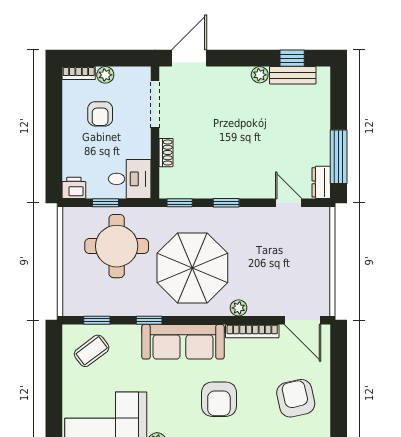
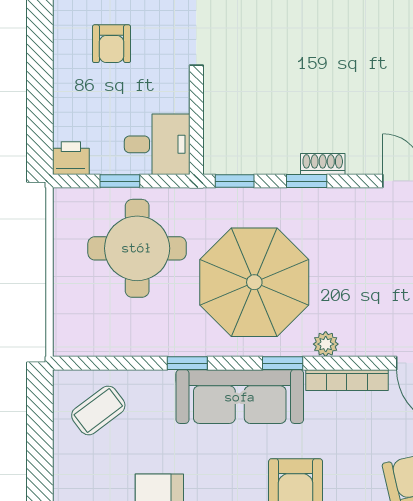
shoe rack: (166, 153) -> (323, 164), moved, turned -90
window: (97, 320) -> (283, 363), moved

